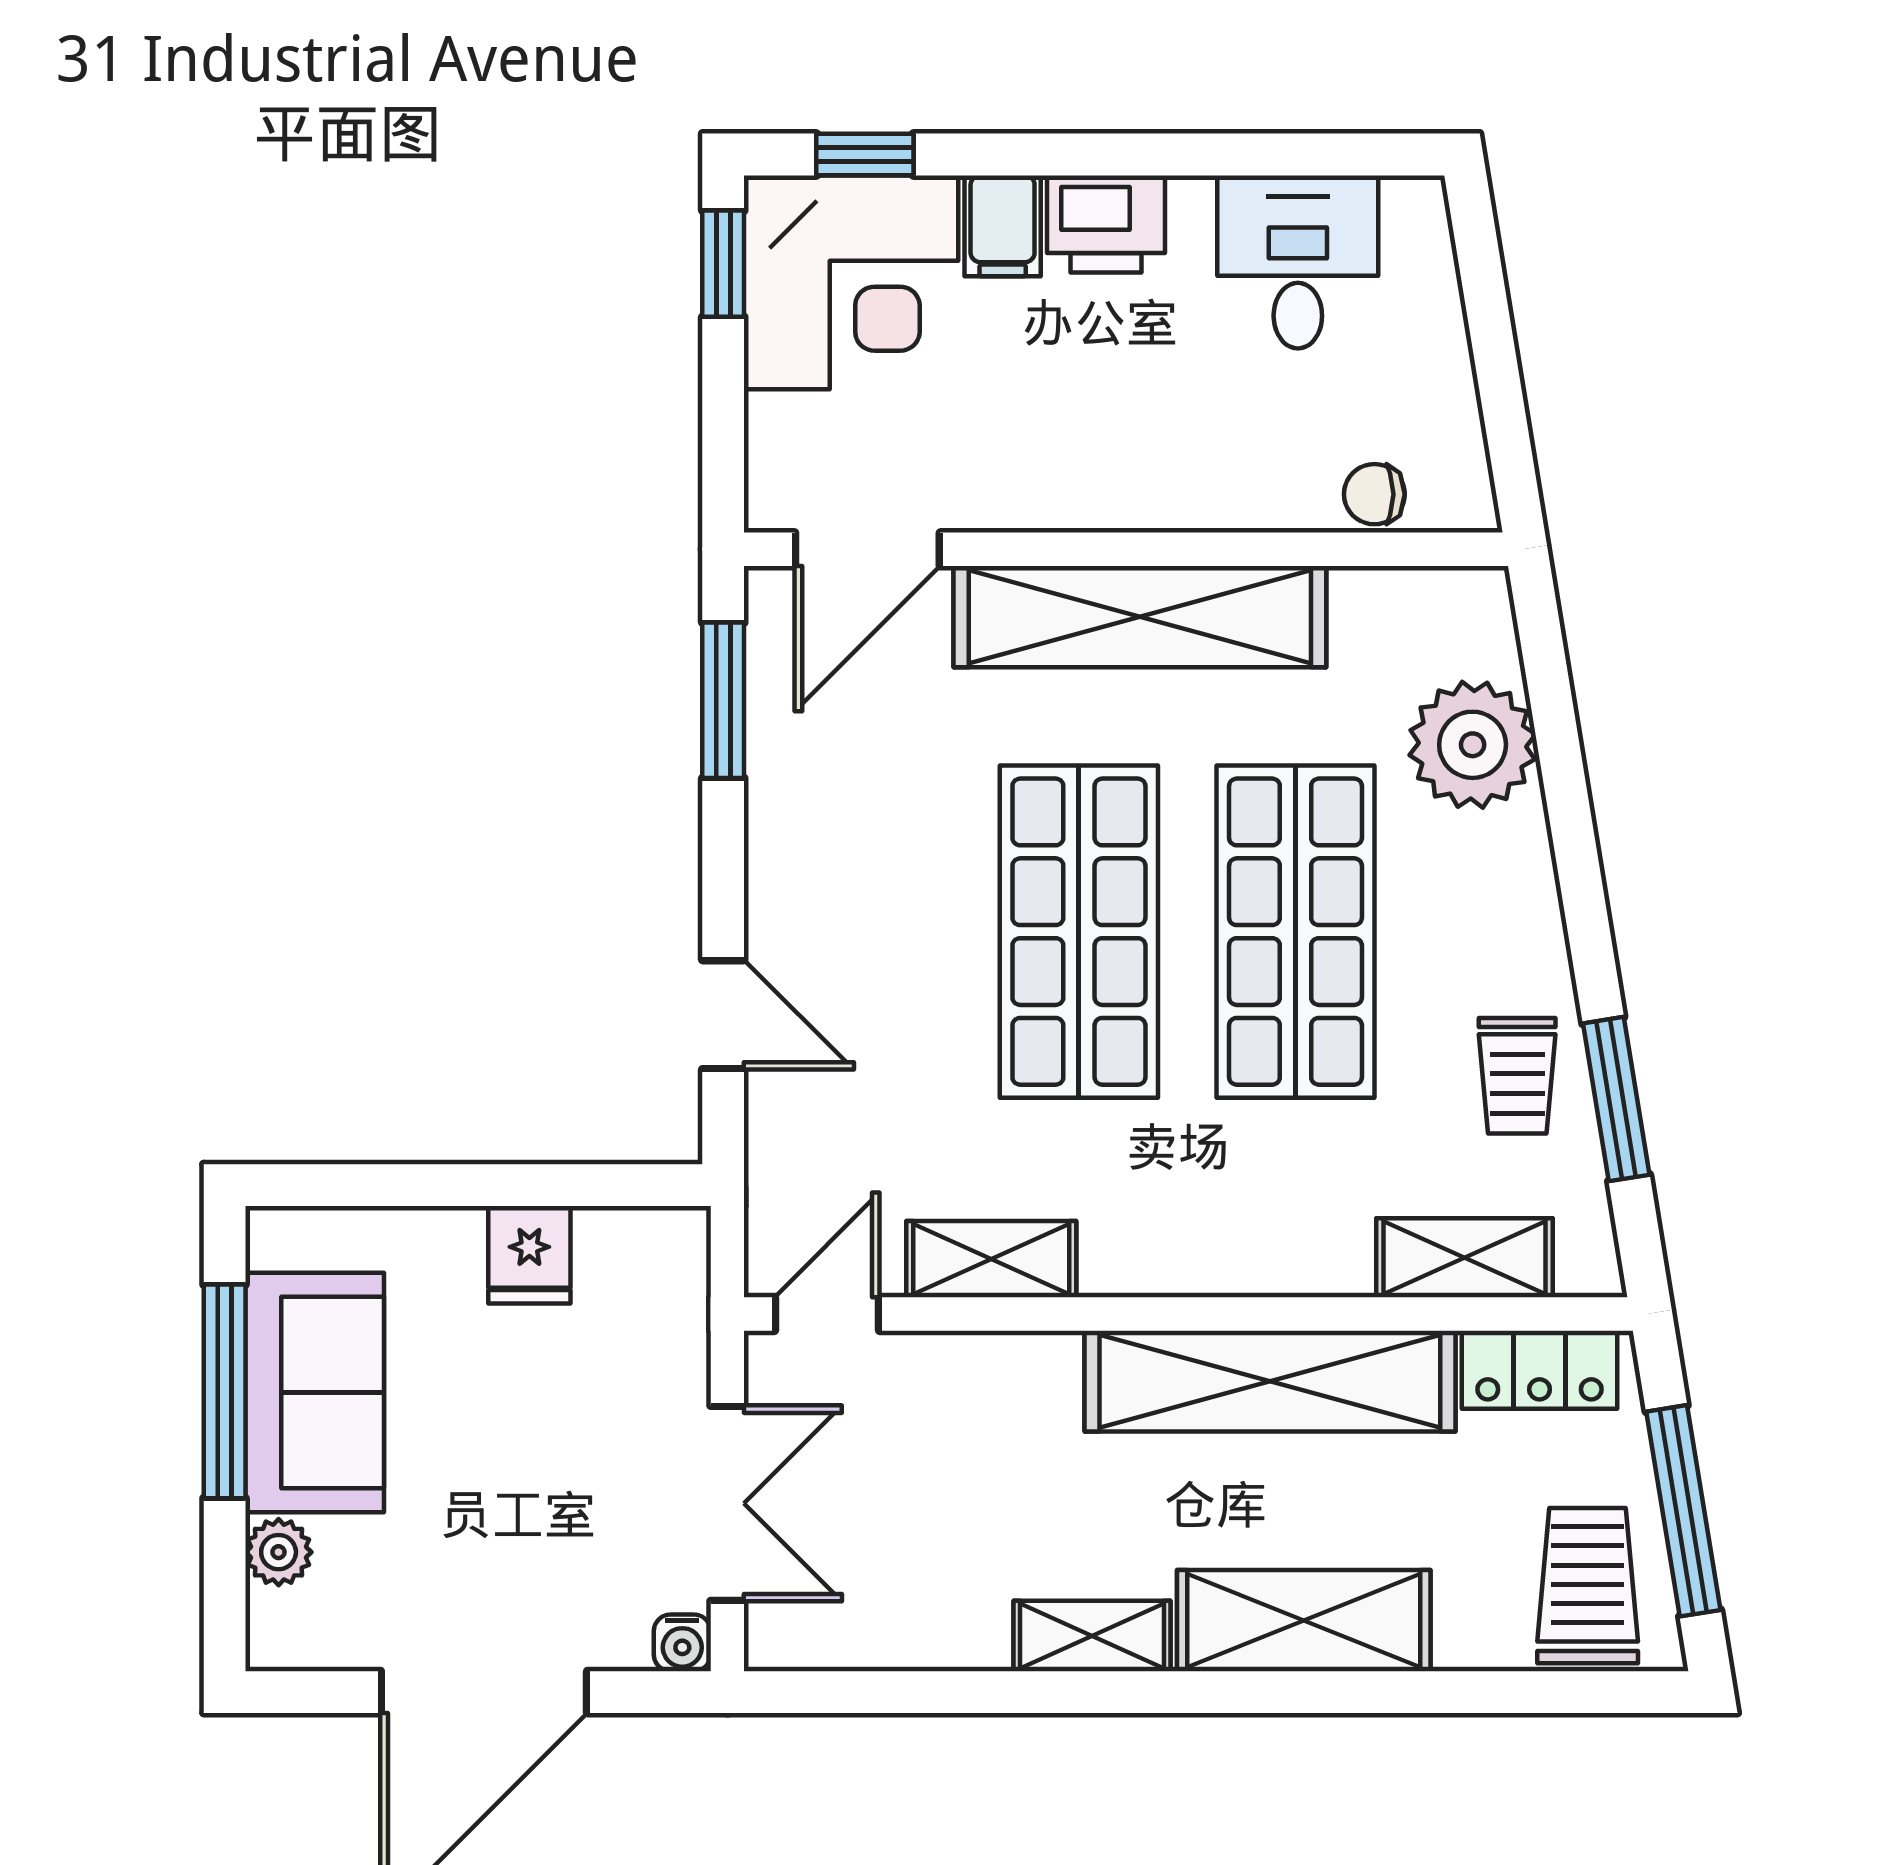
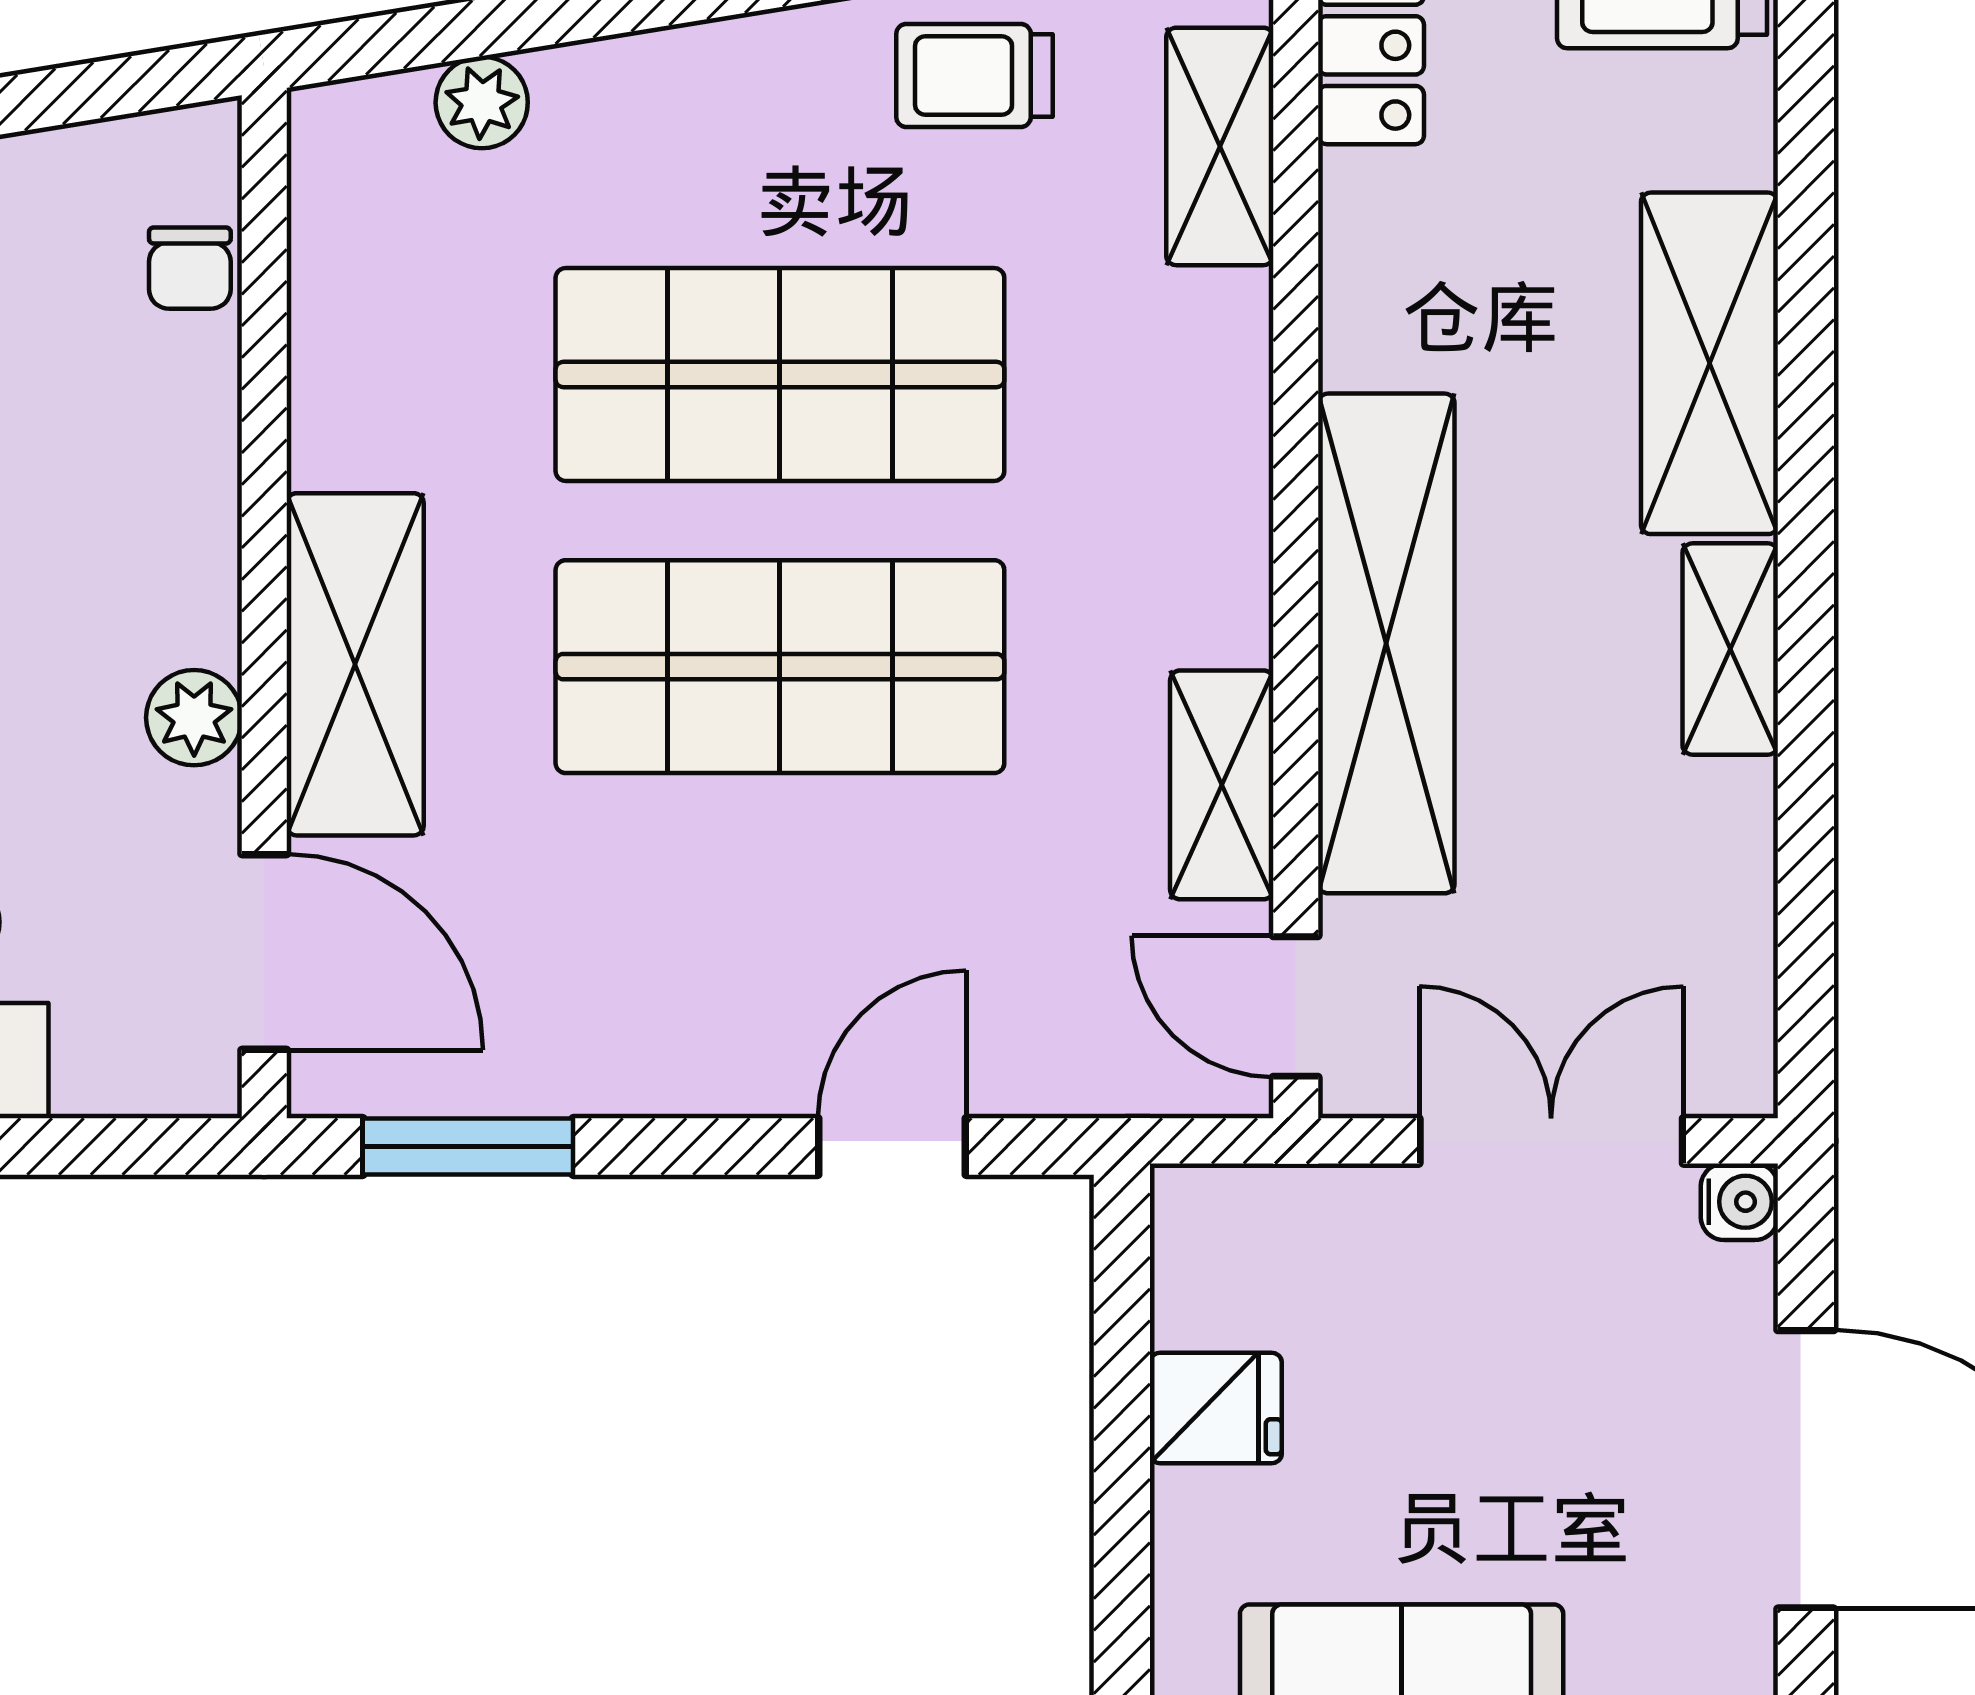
plant: (1041, 497) -> (194, 718), added
shelving: (1140, 617) -> (355, 664), width x0.68
plant: (1473, 745) -> (482, 102), width x0.53, depth x0.53
trolley: (1517, 1076) -> (974, 75), turned 180
shelving: (1270, 1381) -> (1386, 643), moved

